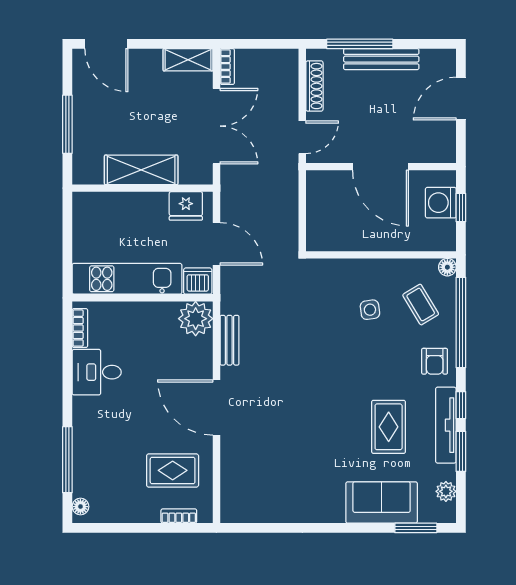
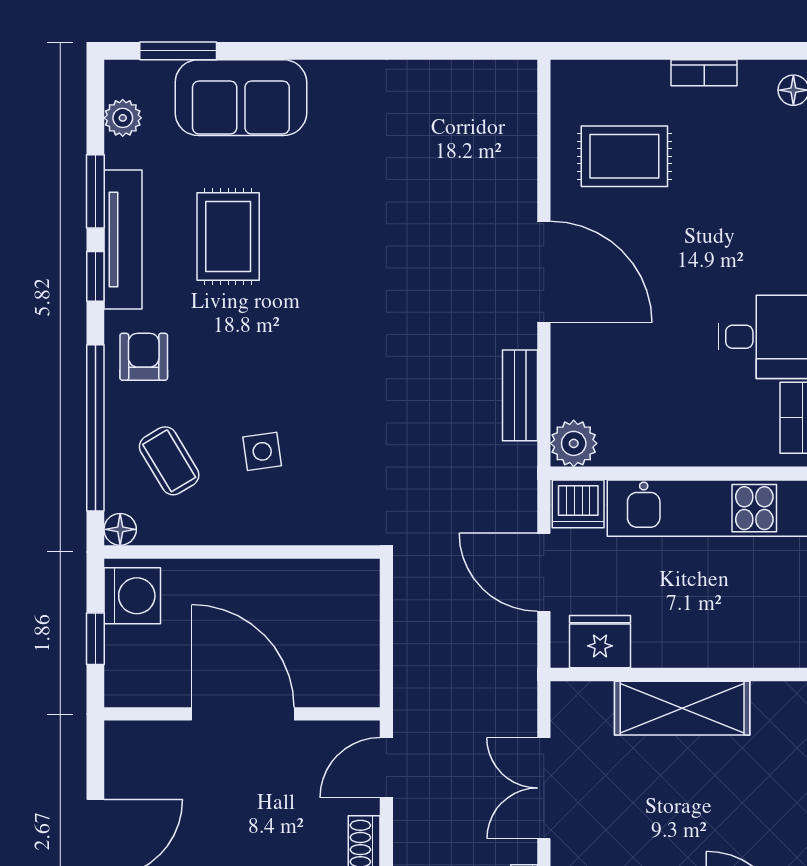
double door: (216, 126) -> (544, 788), width x0.73
washing machine: (441, 203) -> (132, 596), moved
plant: (196, 319) -> (574, 443), width x0.73, depth x0.73
bookcase: (179, 516) -> (704, 73), moved

